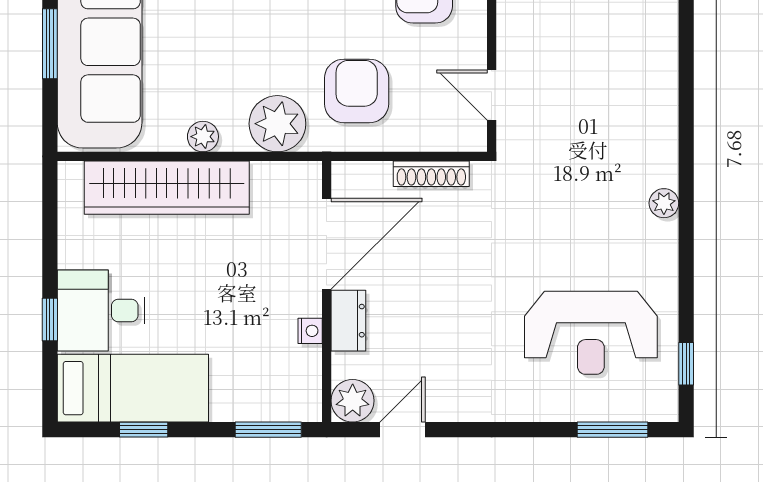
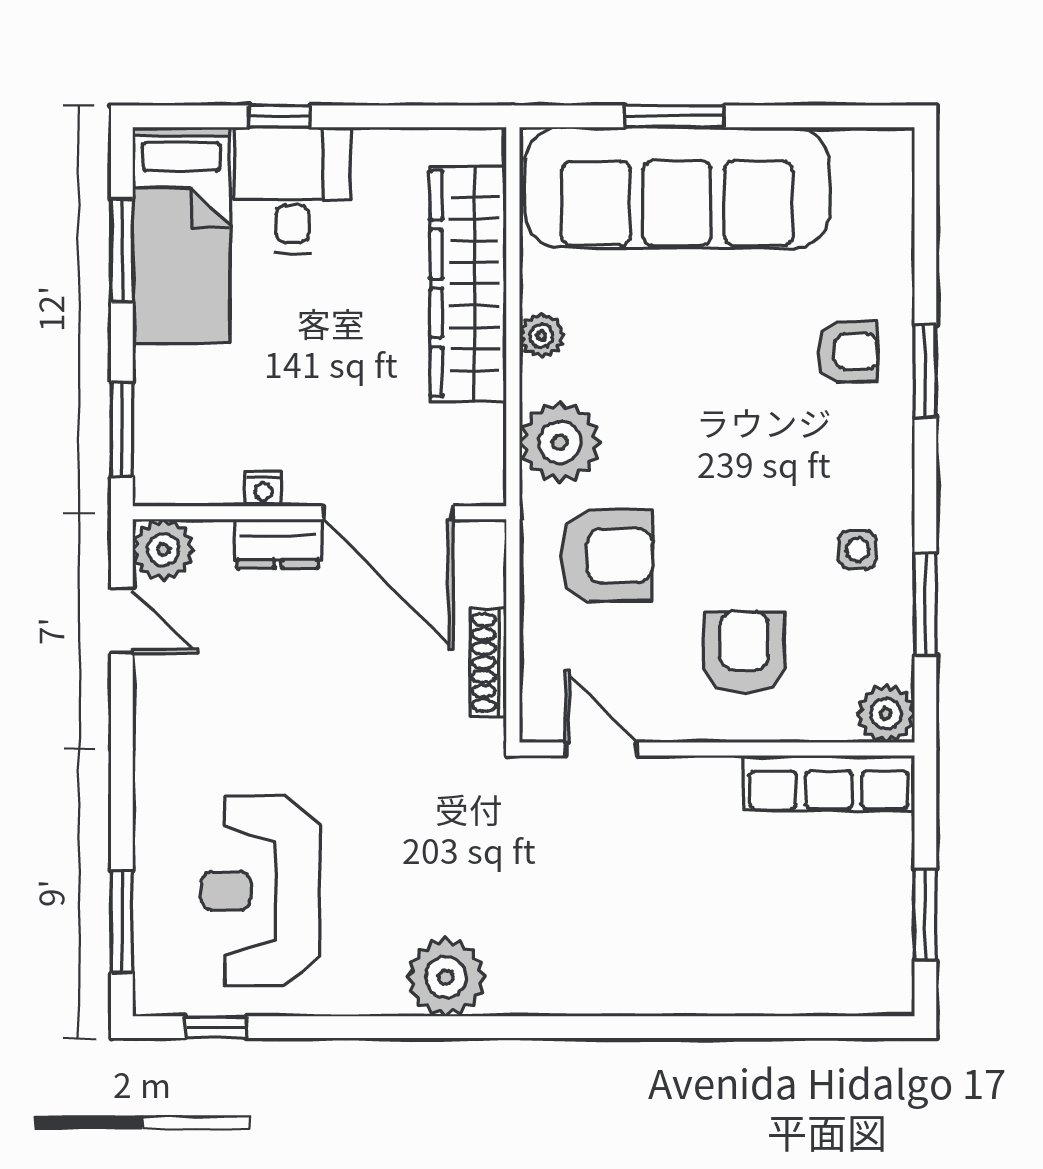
door: (492, 95) -> (601, 749), hinge flipped
plant: (664, 203) -> (446, 977), width x1.87, depth x1.87
window: (144, 430) -> (122, 251), width x1.50

